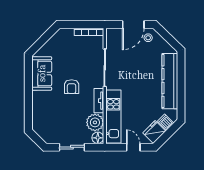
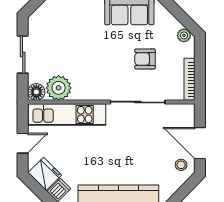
plant: (59, 36) -> (184, 35), added
armchair: (72, 87) -> (145, 59), moved
tv unit: (99, 101) -> (90, 94), removed

